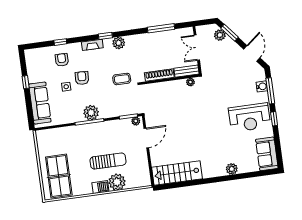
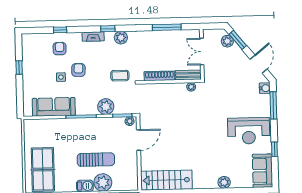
water cooler: (262, 86) -> (265, 88), moved
sofa: (40, 103) -> (54, 107), moved, turned -90
plant: (91, 113) -> (106, 107), moved
window: (274, 119) -> (274, 149), moved

